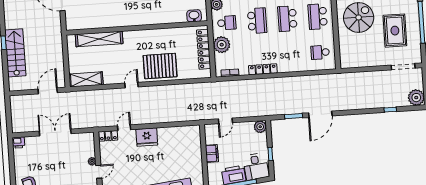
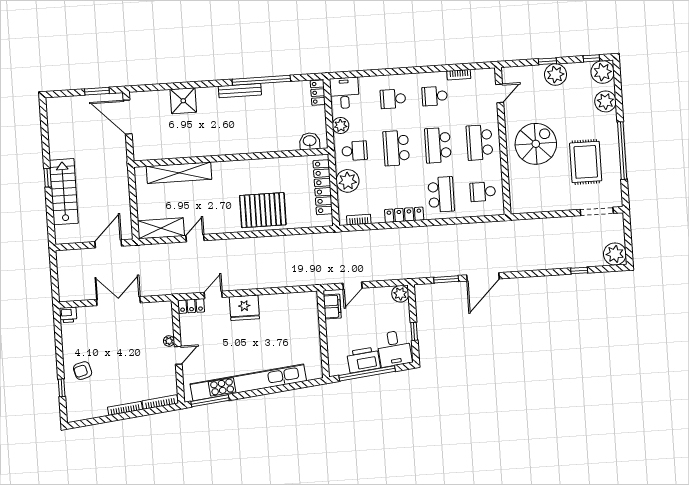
school desk: (257, 21) -> (396, 148), turned 180
school desk: (290, 54) -> (441, 194), added
door: (131, 85) -> (195, 238), moved
filing cabinet: (212, 153) -> (332, 307), moved

